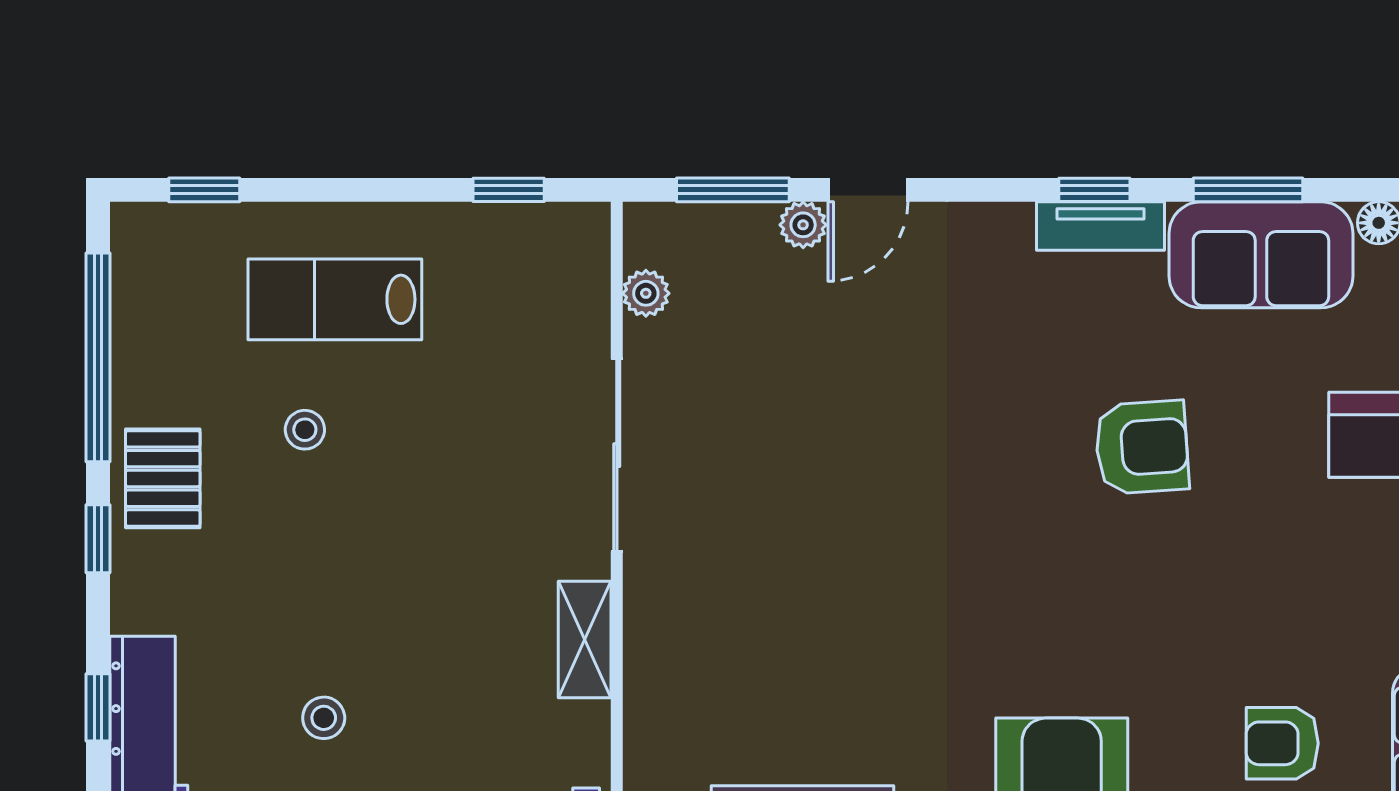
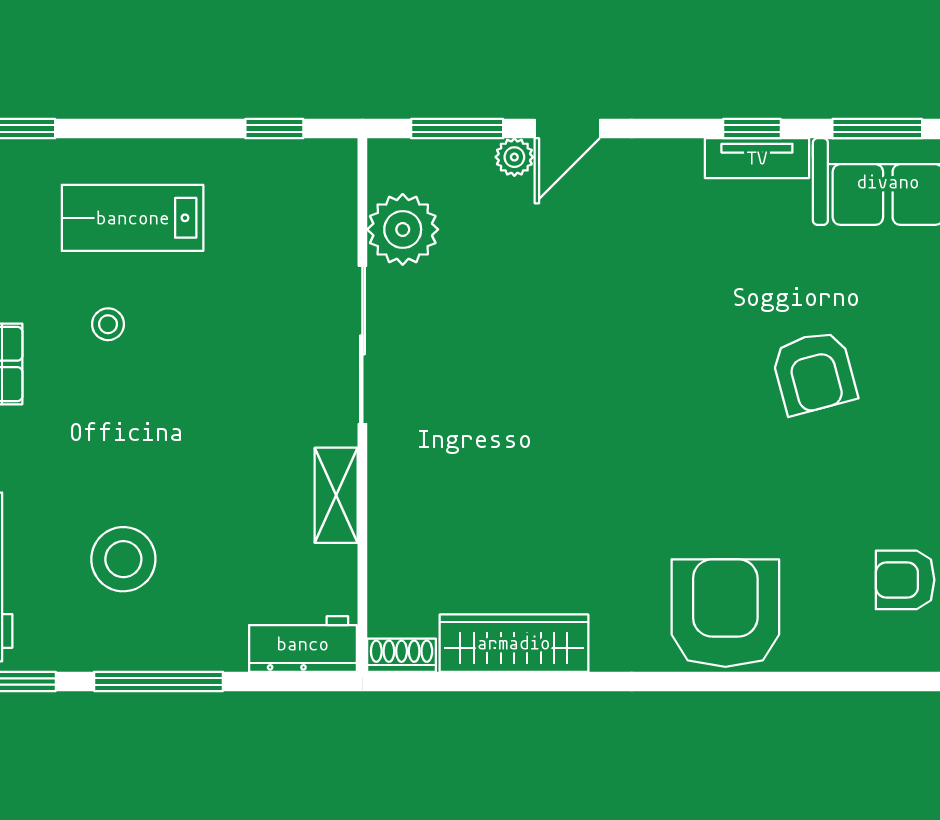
plant: (646, 293) -> (403, 229), width x1.88, depth x1.88
armchair: (1142, 447) -> (814, 372), moved, turned 79
stool: (324, 718) -> (123, 559), width x1.89, depth x1.89

